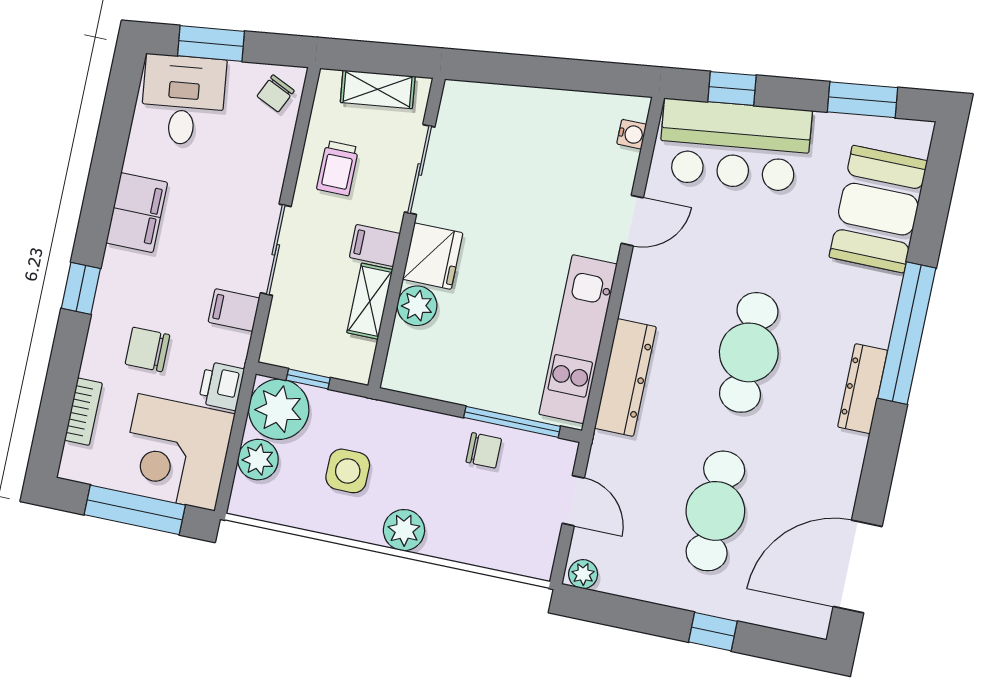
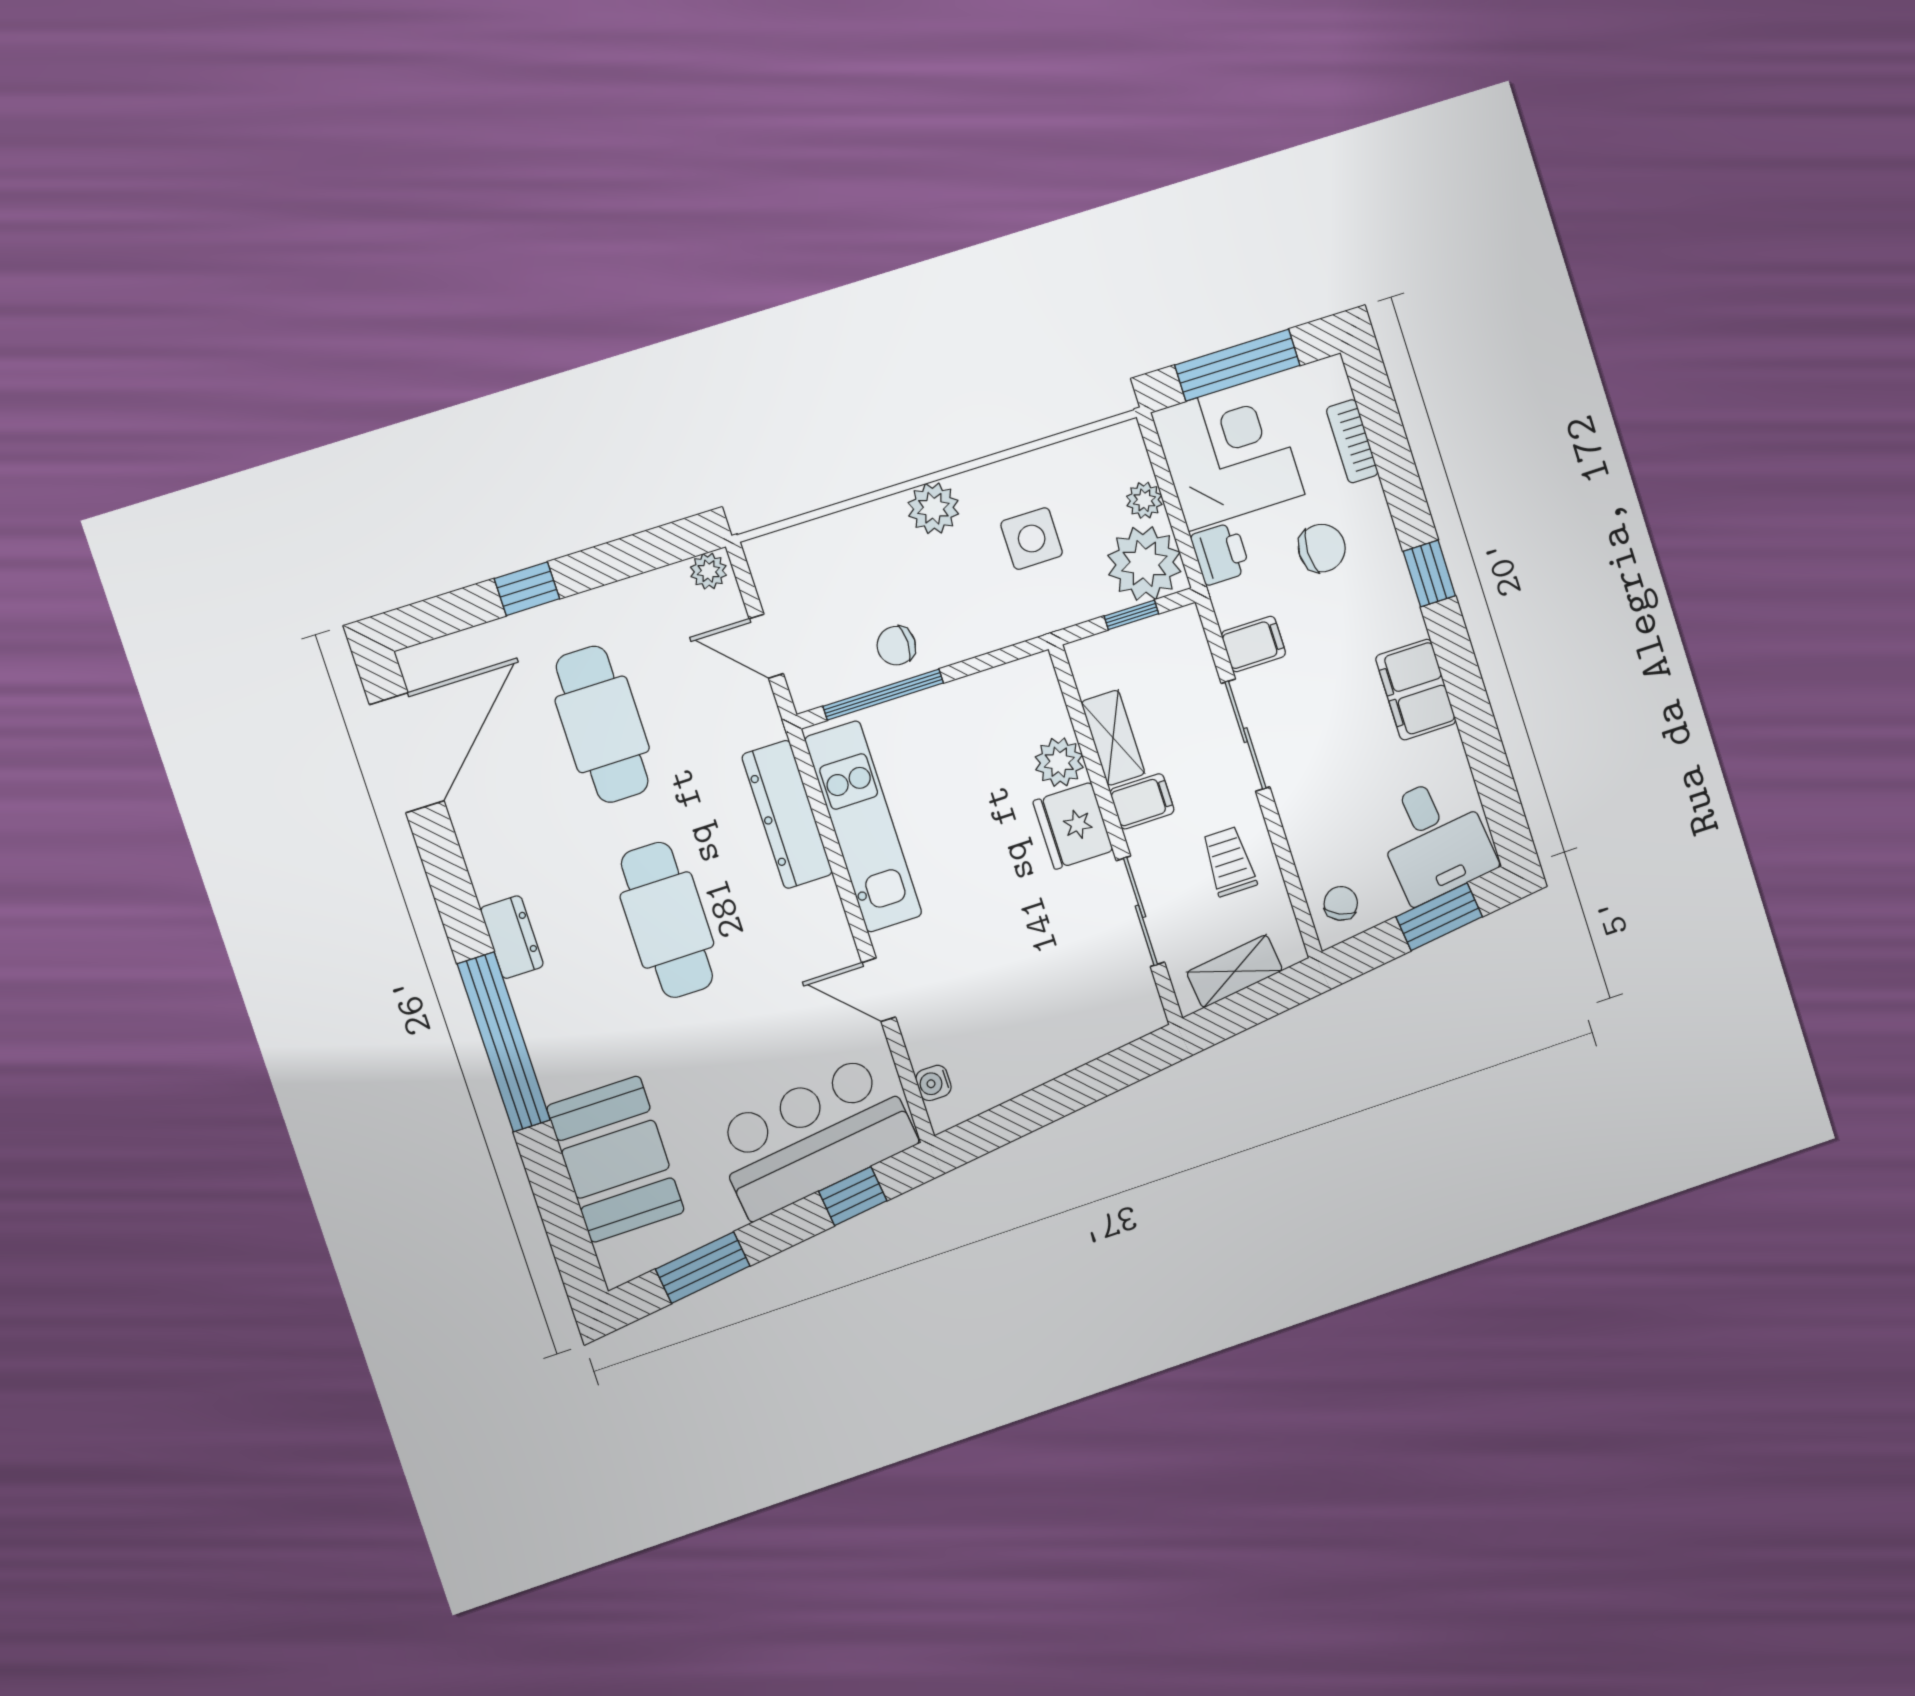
door: (632, 221) -> (879, 990), hinge flipped
dresser: (863, 389) -> (512, 937), width x0.70
plant: (258, 460) -> (1144, 500), width x0.73, depth x0.73

